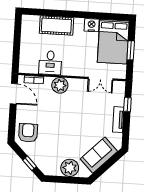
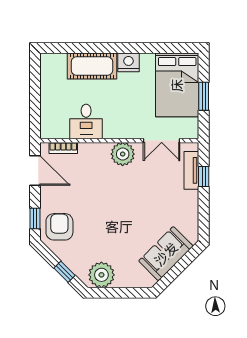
nightstand: (92, 25) -> (129, 62), moved
plant: (60, 85) -> (123, 154), moved
tv unit: (118, 120) -> (191, 170), moved
window: (12, 126) -> (35, 219), added
plant: (70, 168) -> (101, 275), moved

